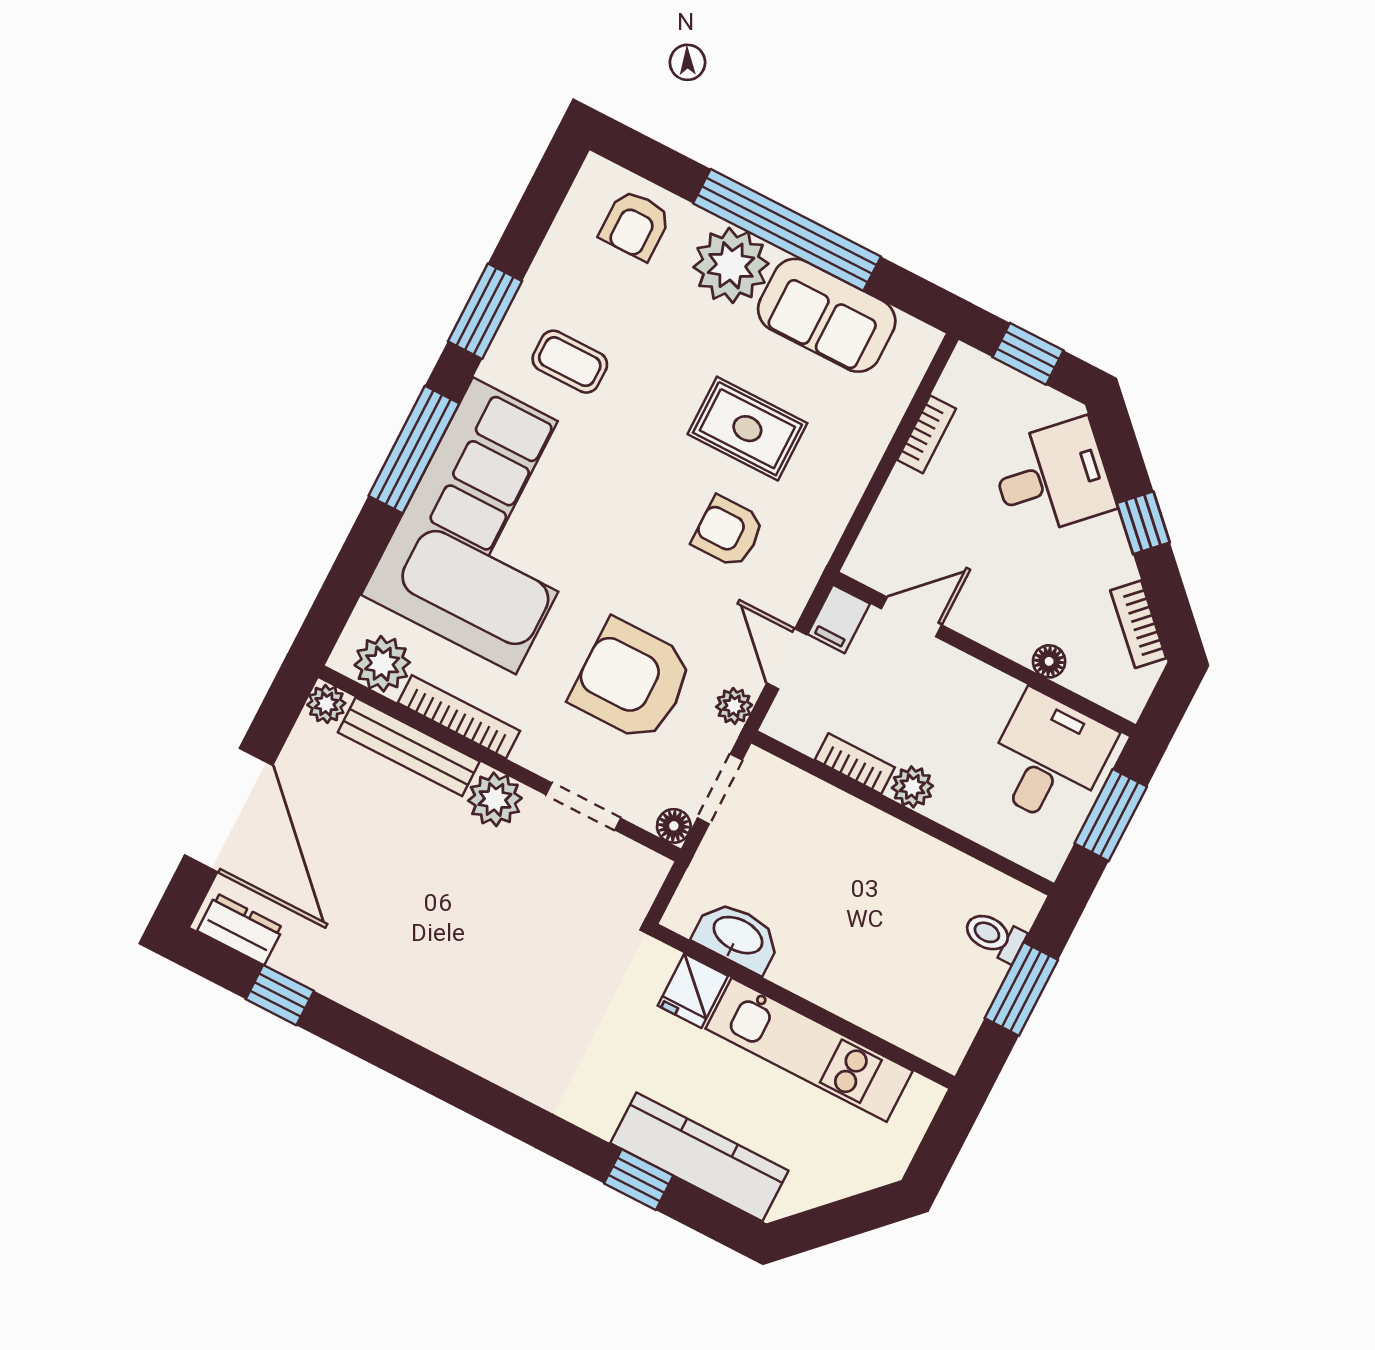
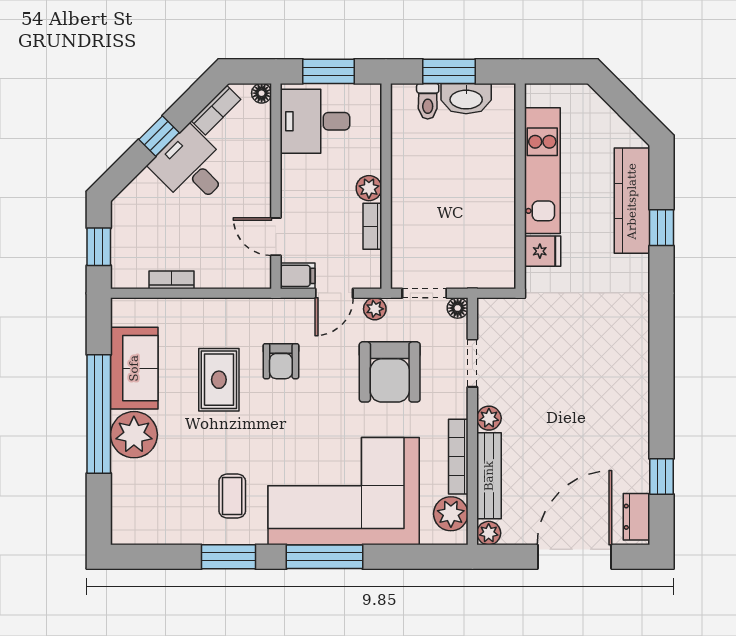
armchair: (635, 225) -> (139, 499), removed
desk: (1052, 478) -> (191, 167), moved
floor lamp: (1049, 661) -> (262, 93), moved
plant: (495, 799) -> (489, 418), width x0.73, depth x0.73
washbasin: (737, 936) -> (466, 99), moved, turned -90

